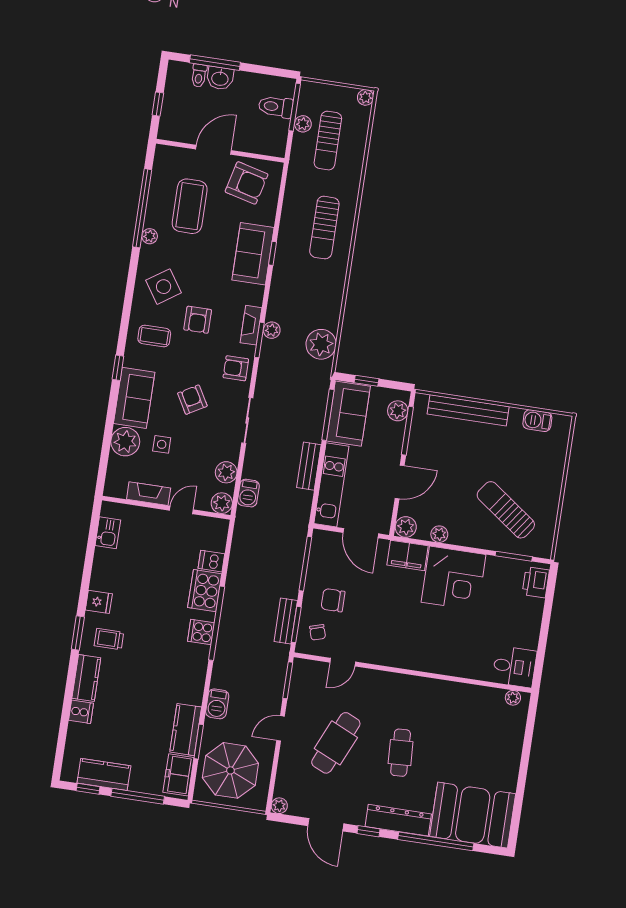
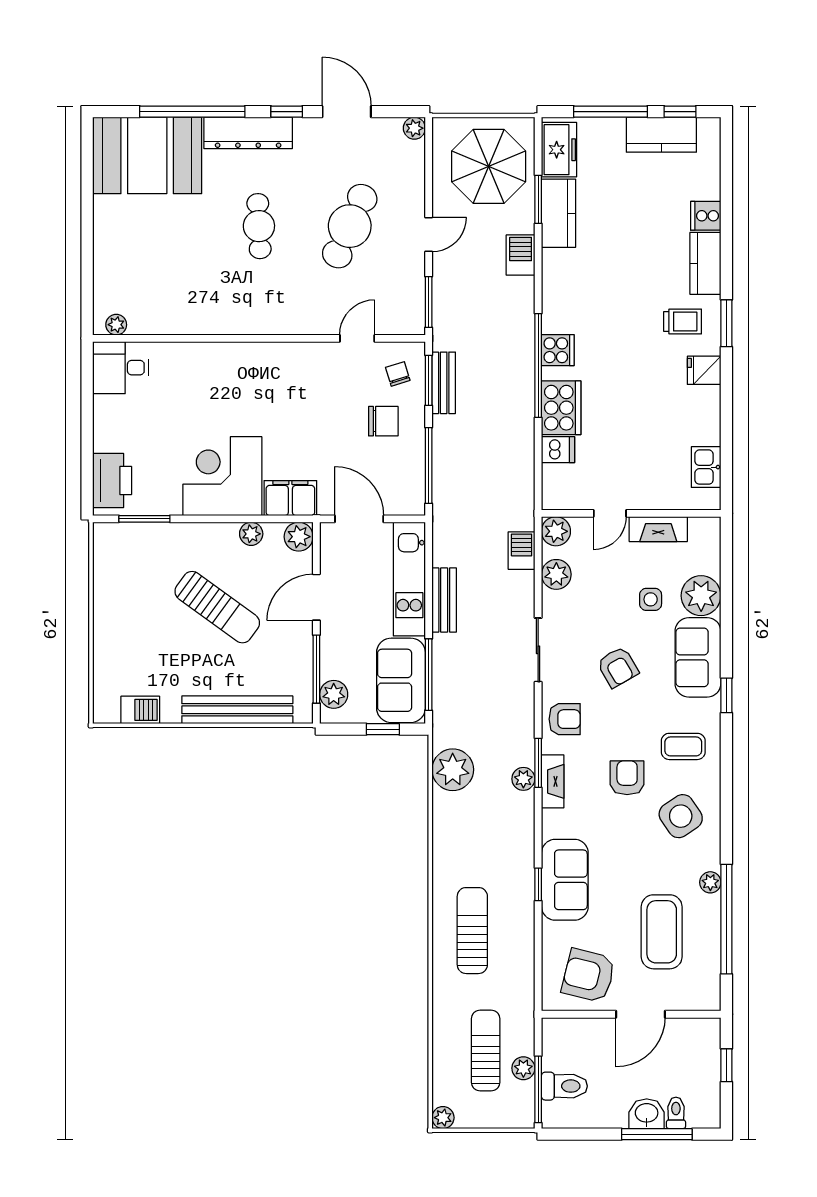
sun lounger: (506, 510) -> (217, 607), moved
printer: (536, 582) -> (112, 480), width x1.37, depth x1.19

